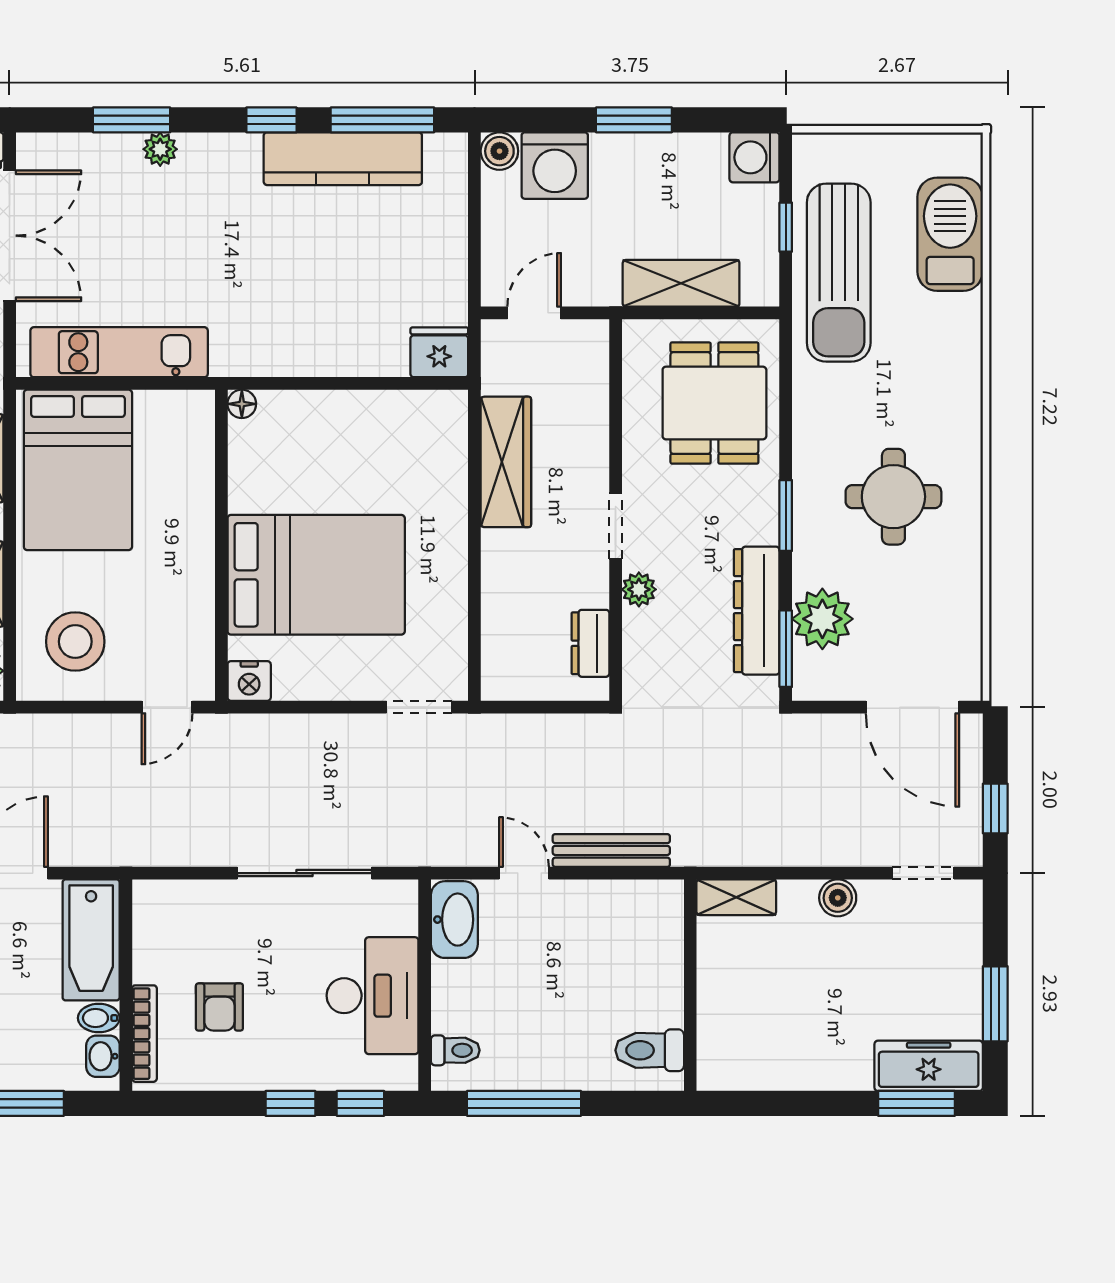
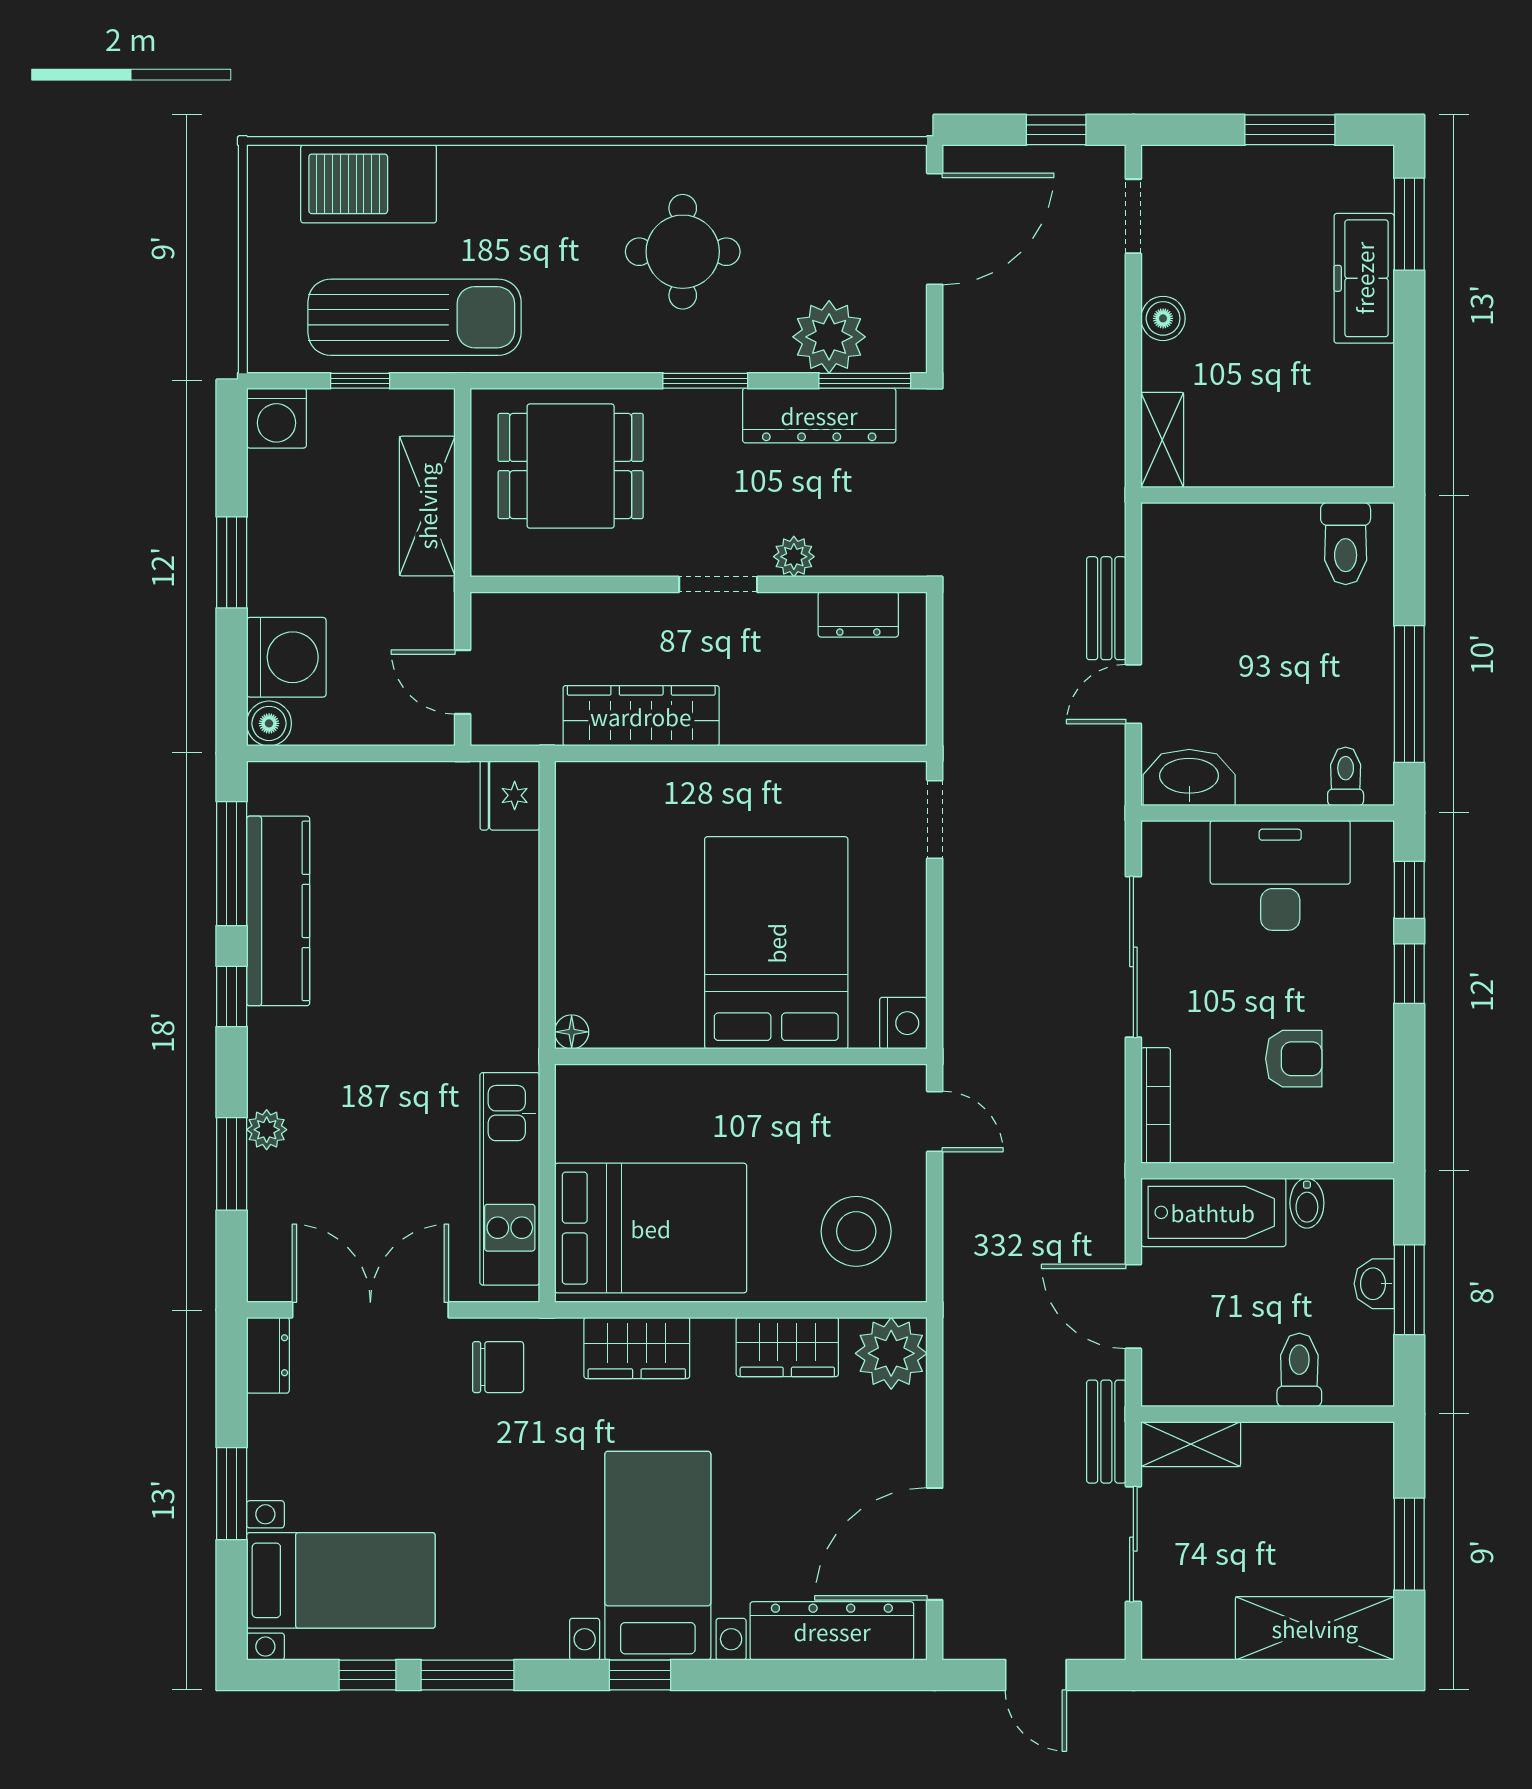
bench: (611, 850) -> (1106, 608), width x0.73
bookcase: (144, 1034) -> (1156, 1105), moved, turned 90
washbasin: (103, 1056) -> (1374, 1284), moved, turned 90
freezer: (929, 1066) -> (1364, 278), moved

